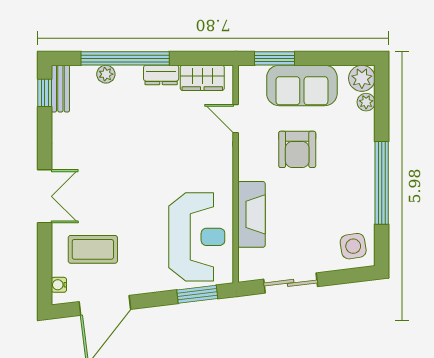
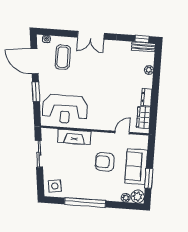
window: (125, 58) -> (156, 80), removed
window: (275, 58) -> (149, 178), moved
window: (197, 294) -> (36, 92), moved

